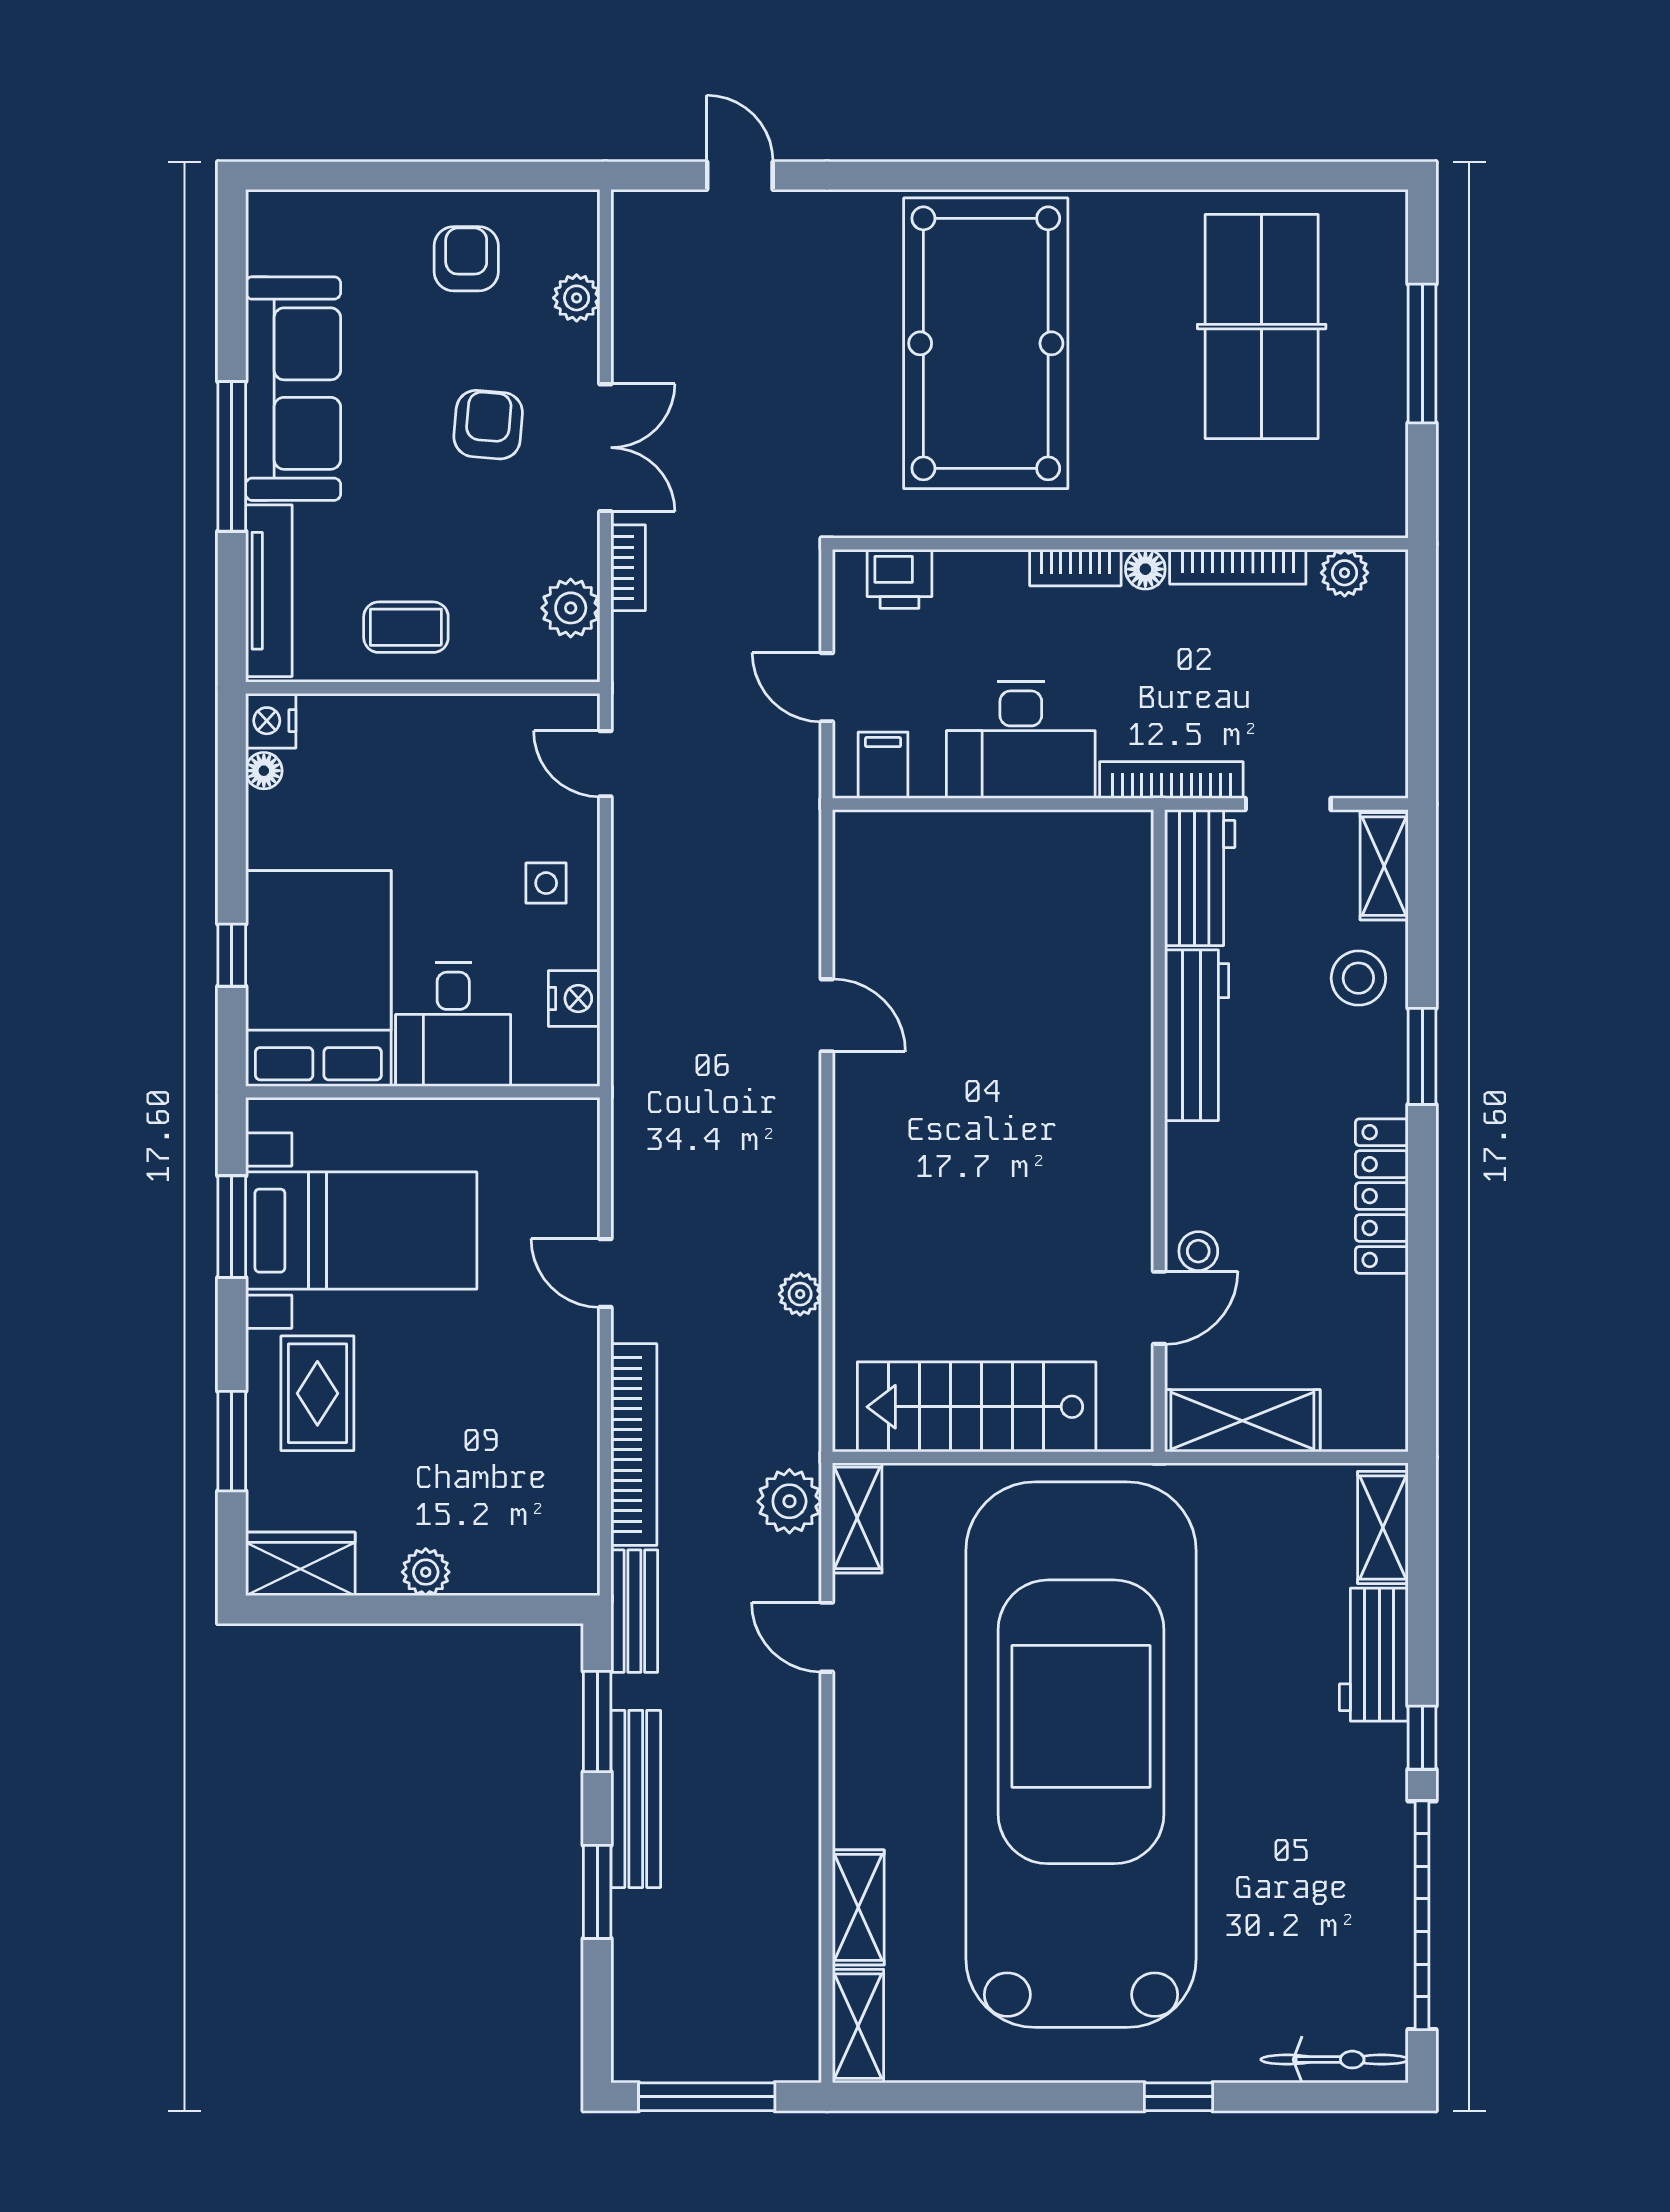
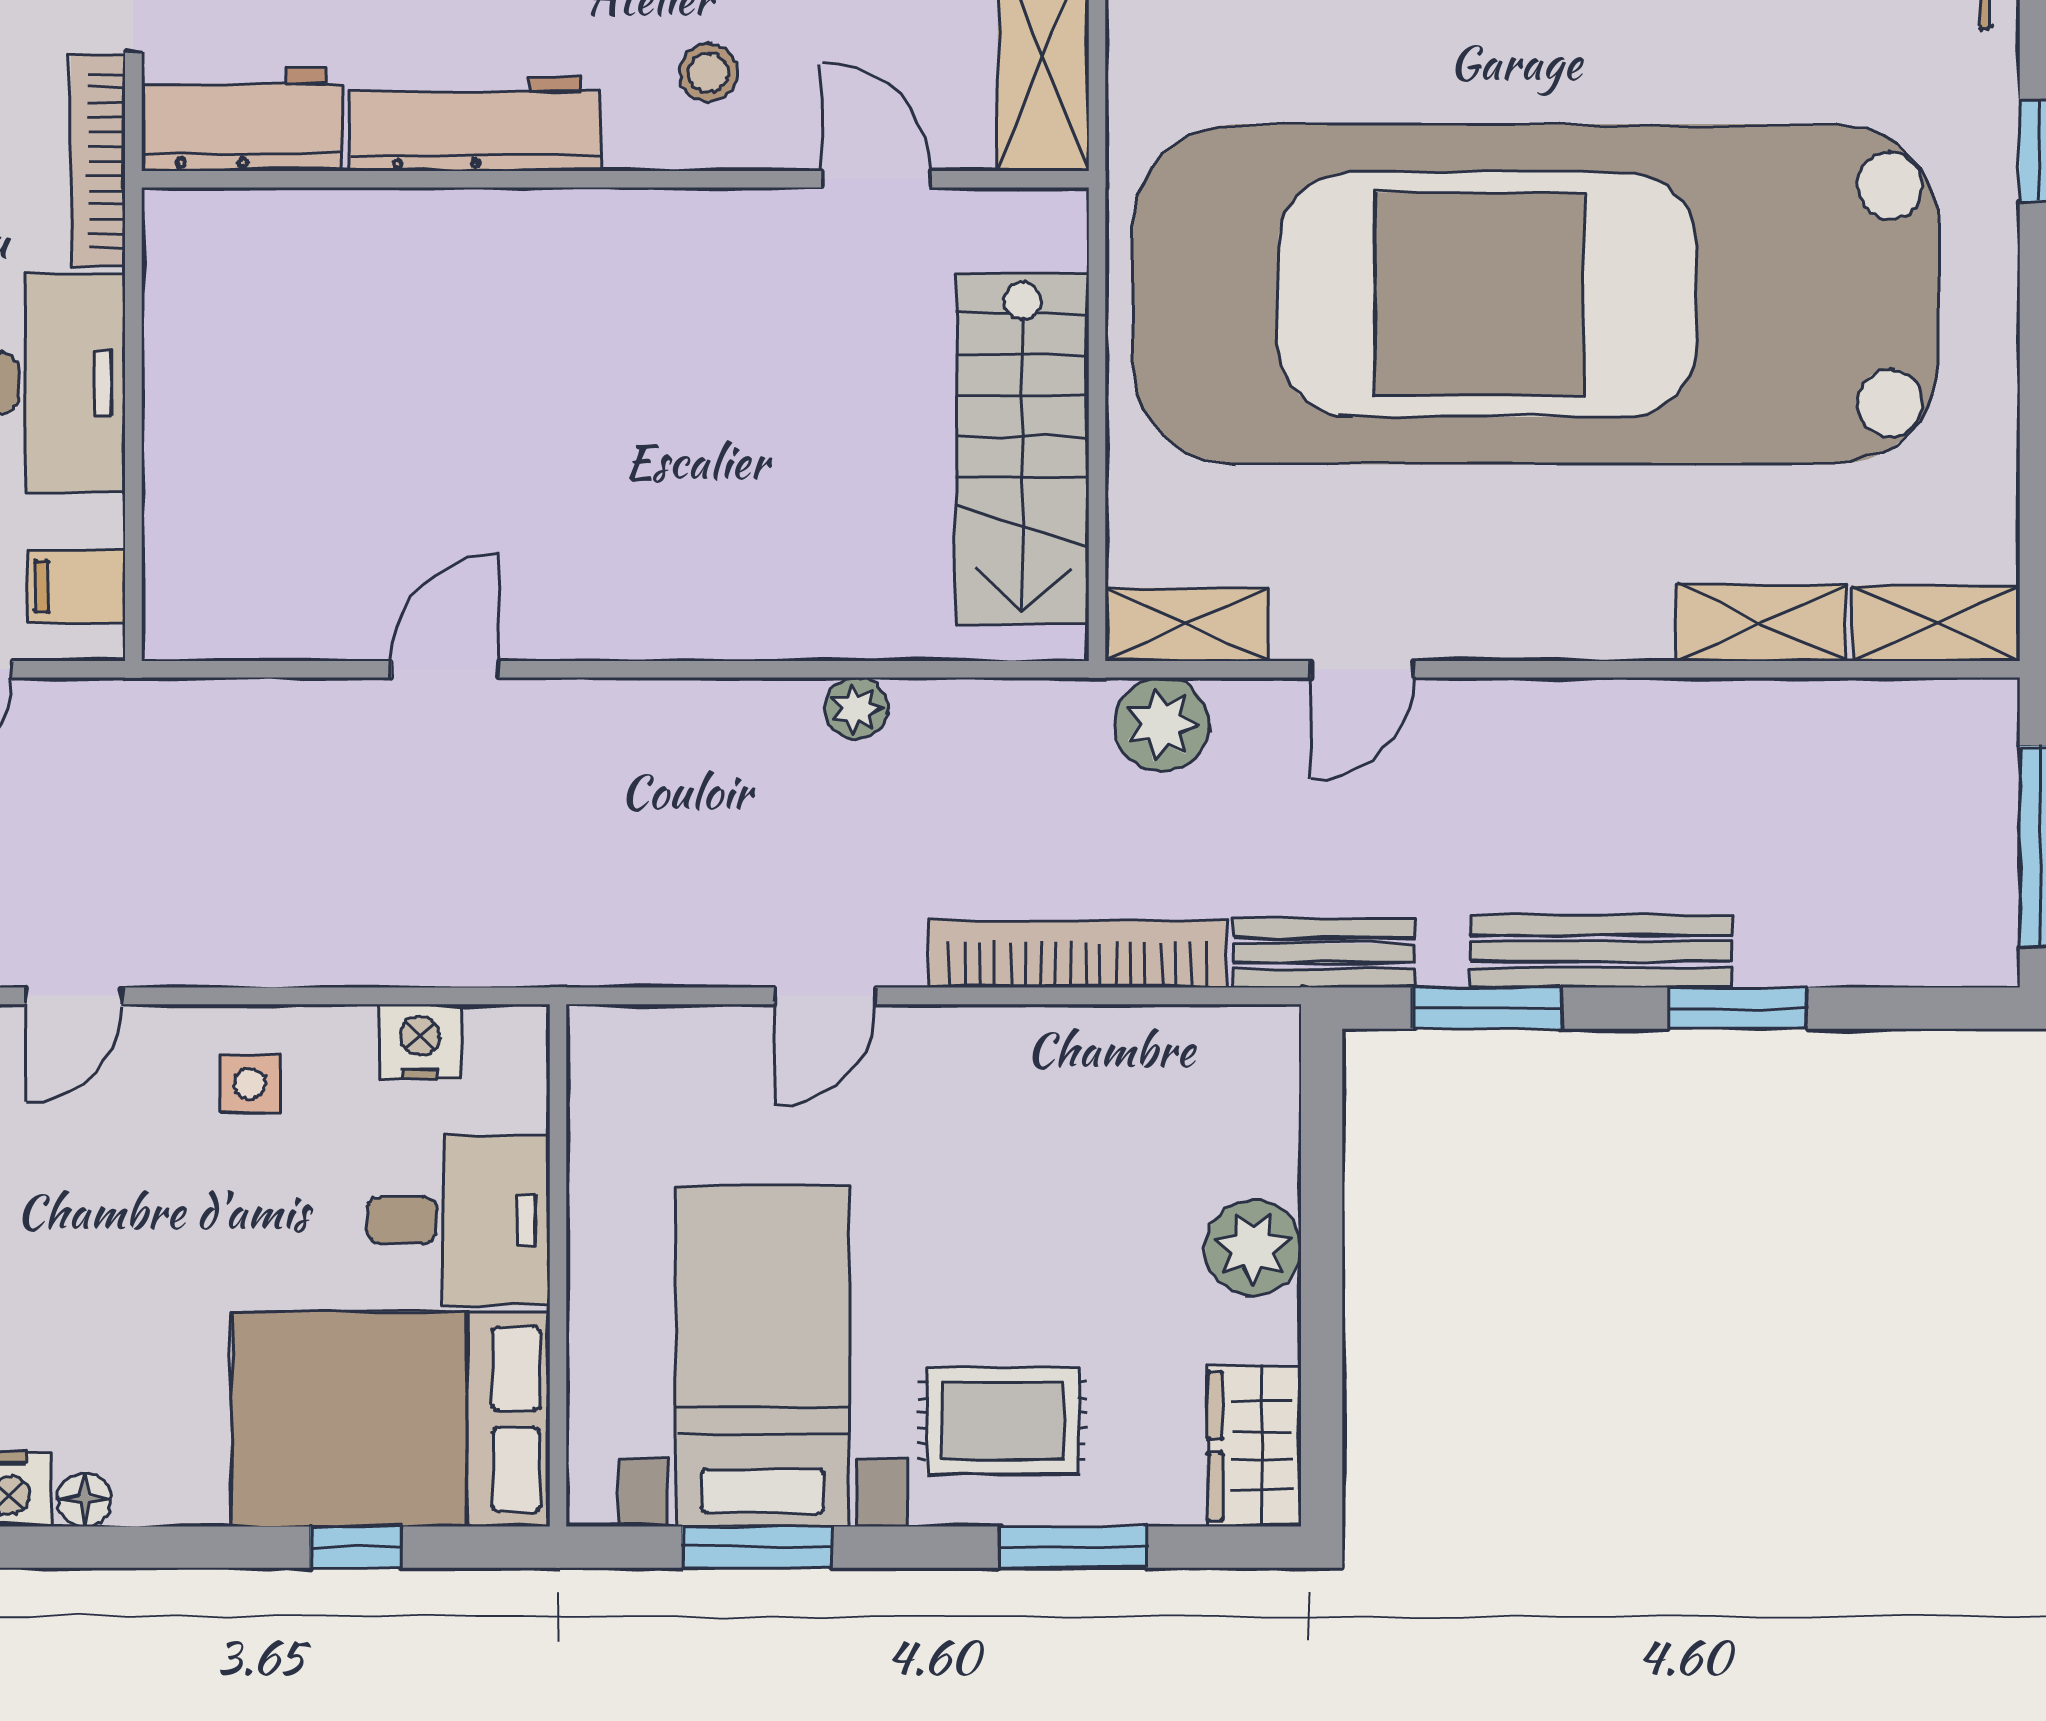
stool: (1198, 1251) -> (708, 72), moved
plant: (426, 1572) -> (1253, 1248), width x1.38, depth x1.38

